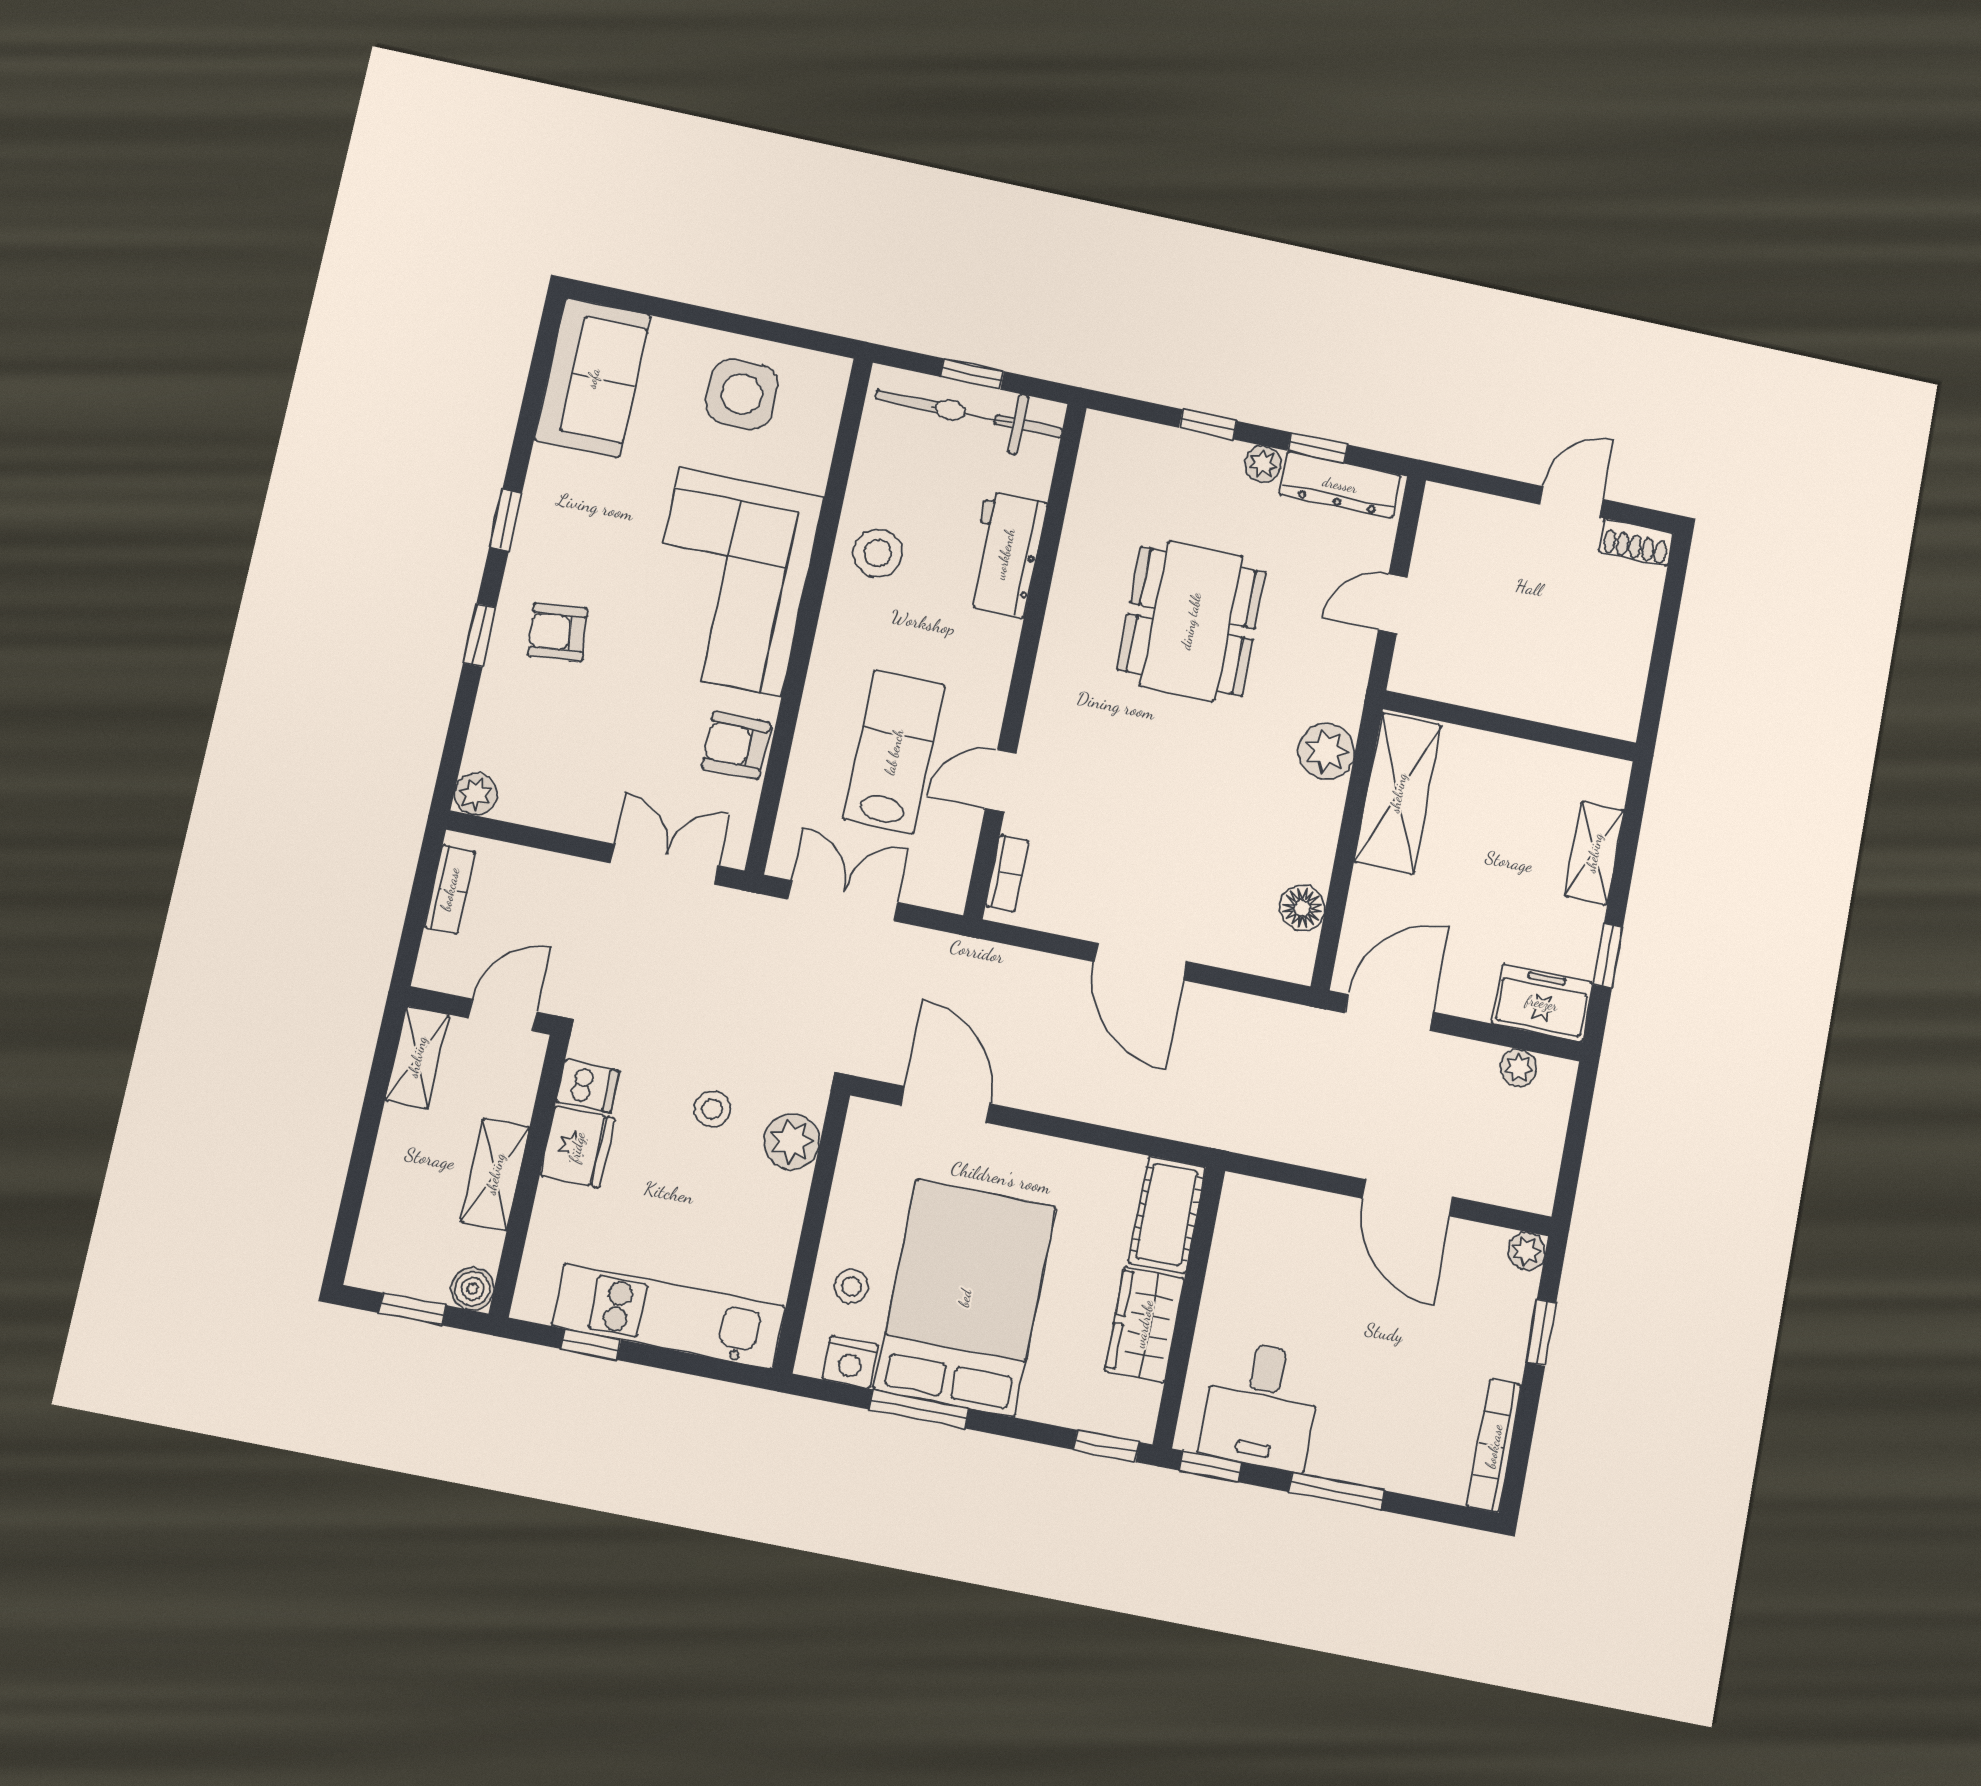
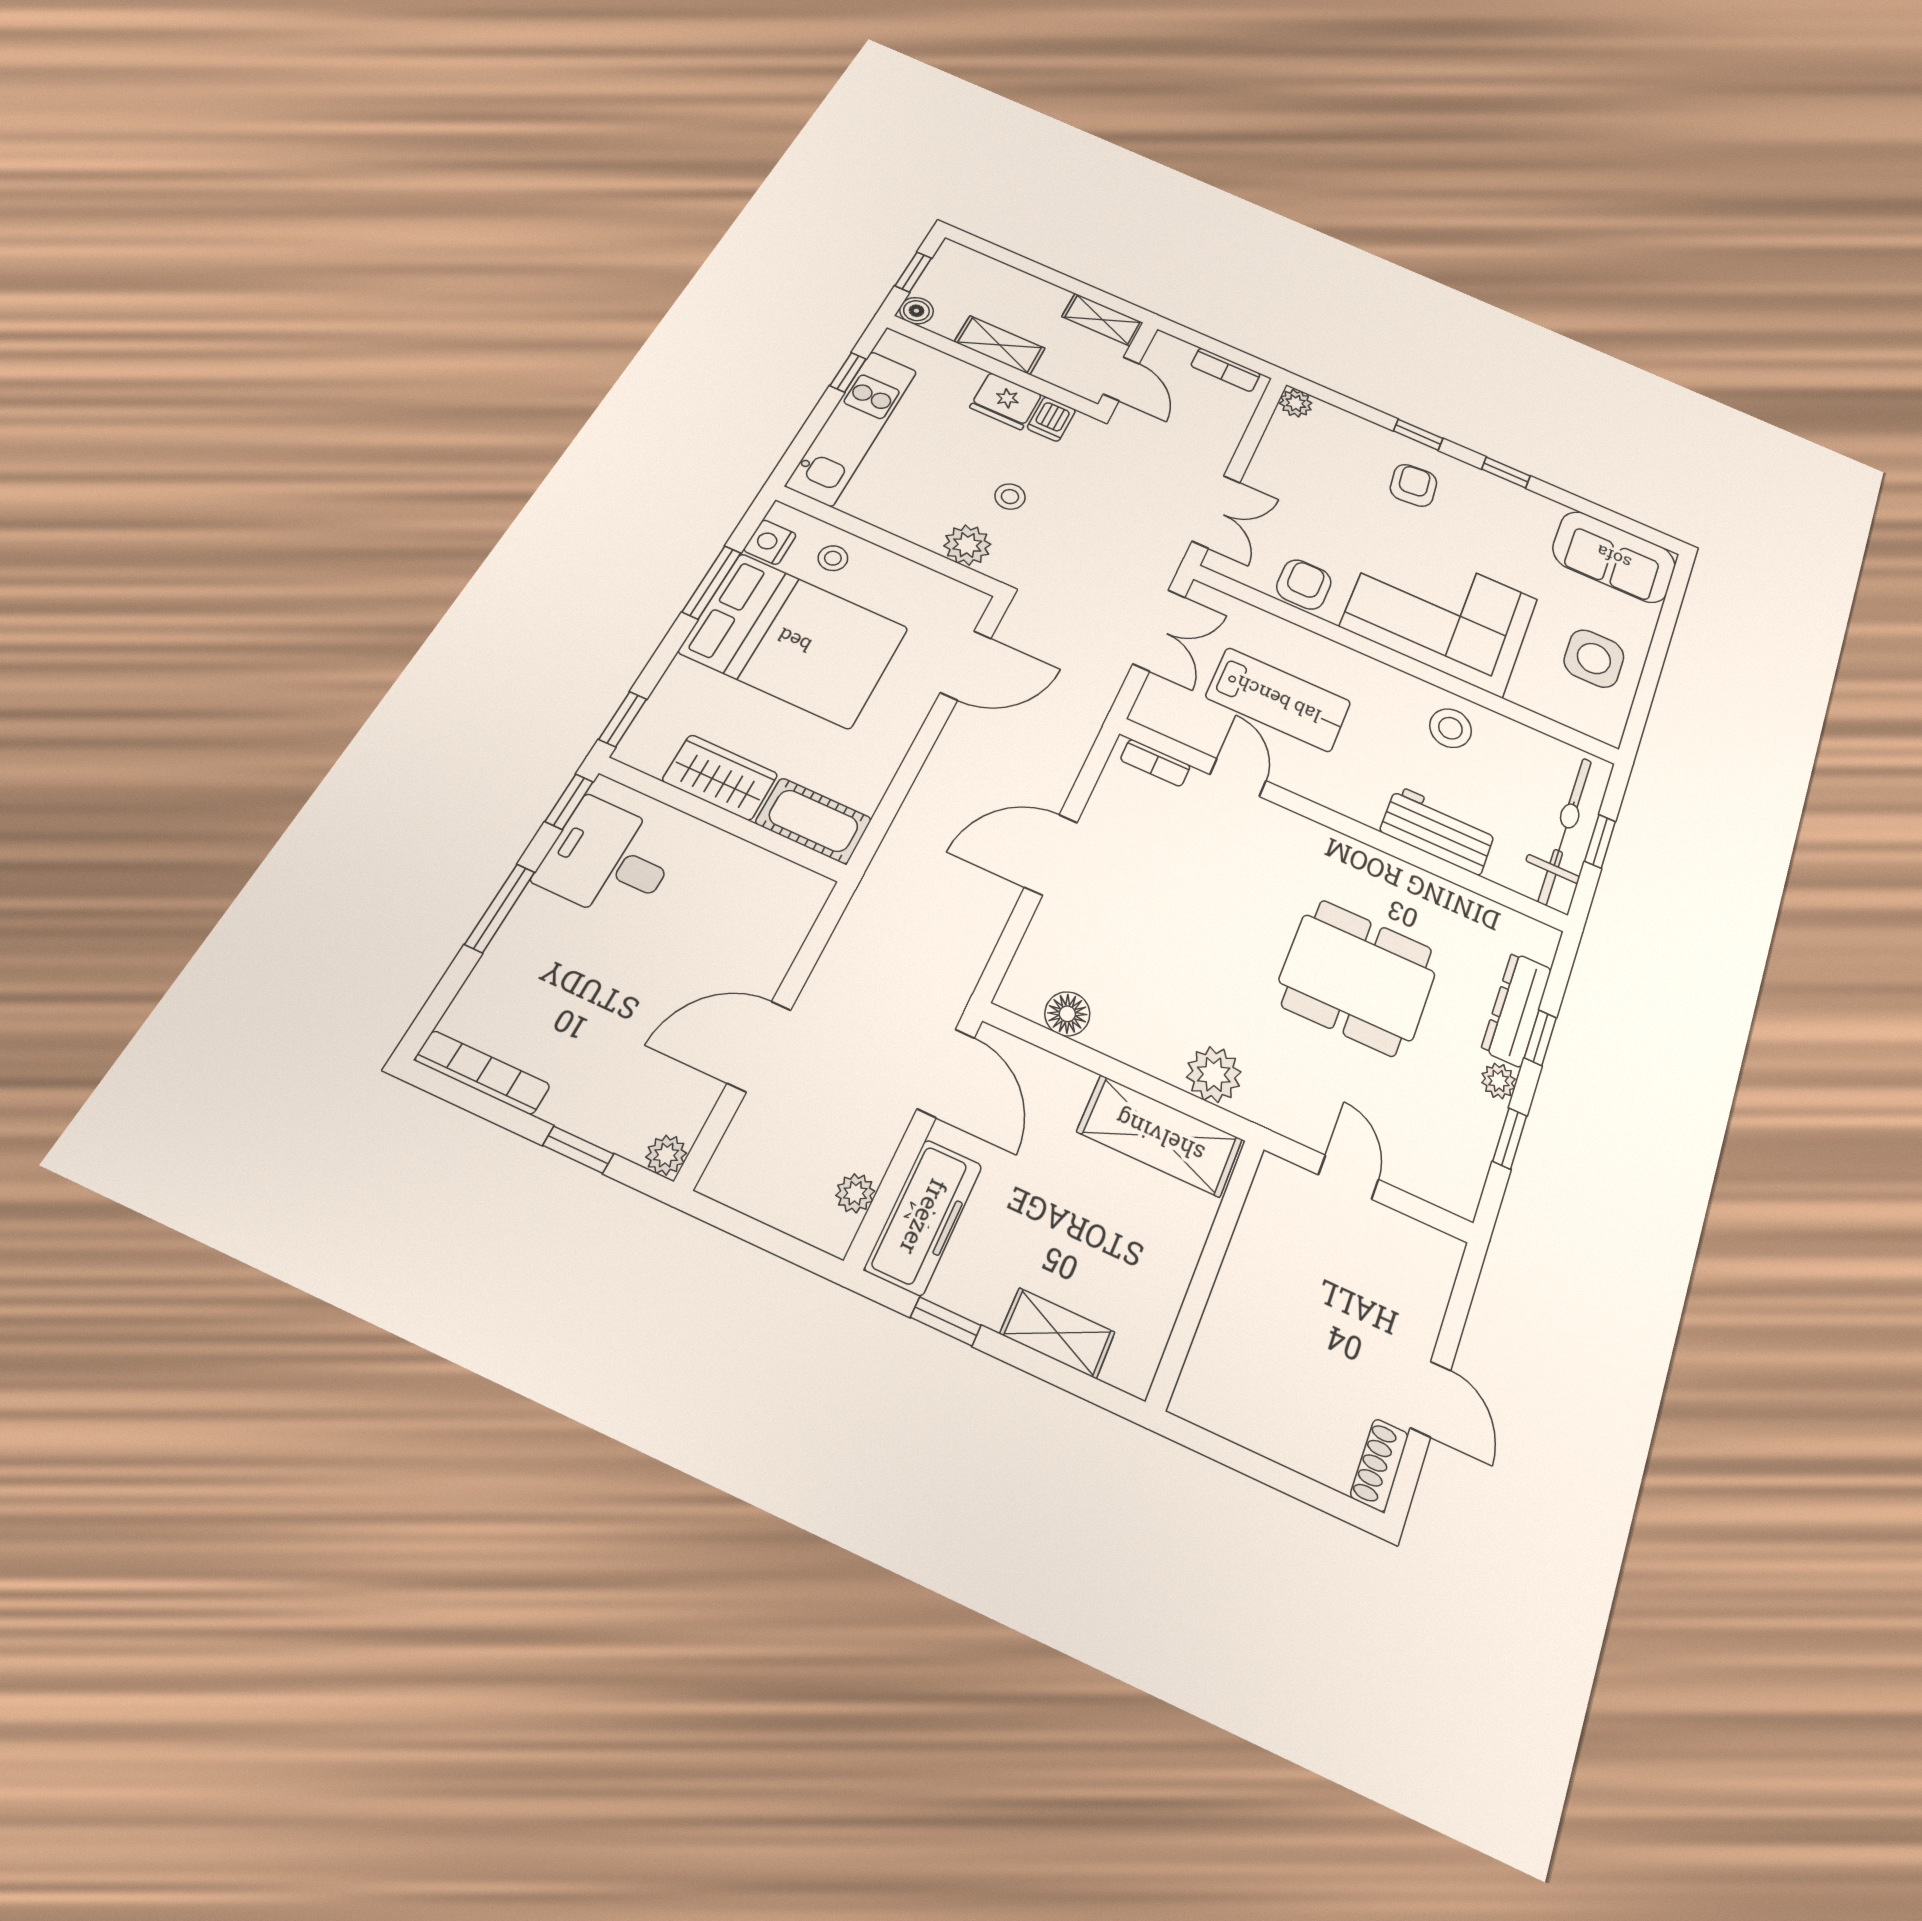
dresser: (1340, 485) -> (1517, 1009), moved
freezer: (1542, 1003) -> (924, 1217), width x1.40

